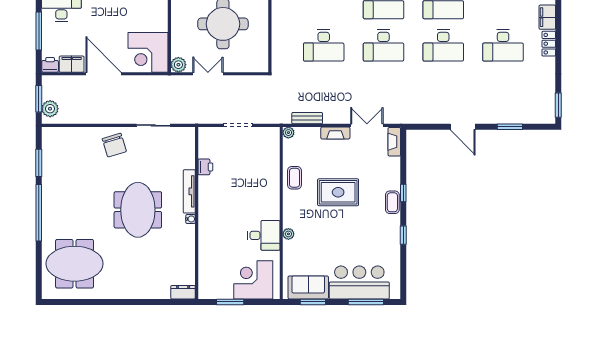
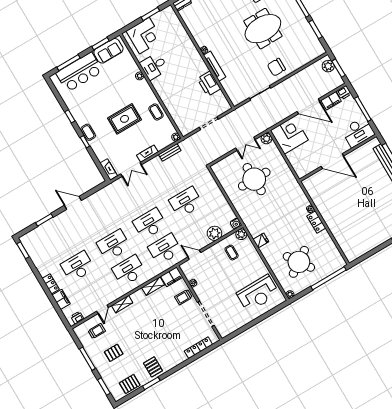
chair: (114, 145) -> (276, 67), turned -73
printer: (205, 167) -> (209, 84), width x1.87, depth x1.48
meeting table: (138, 210) -> (263, 29), moved, turned 90

